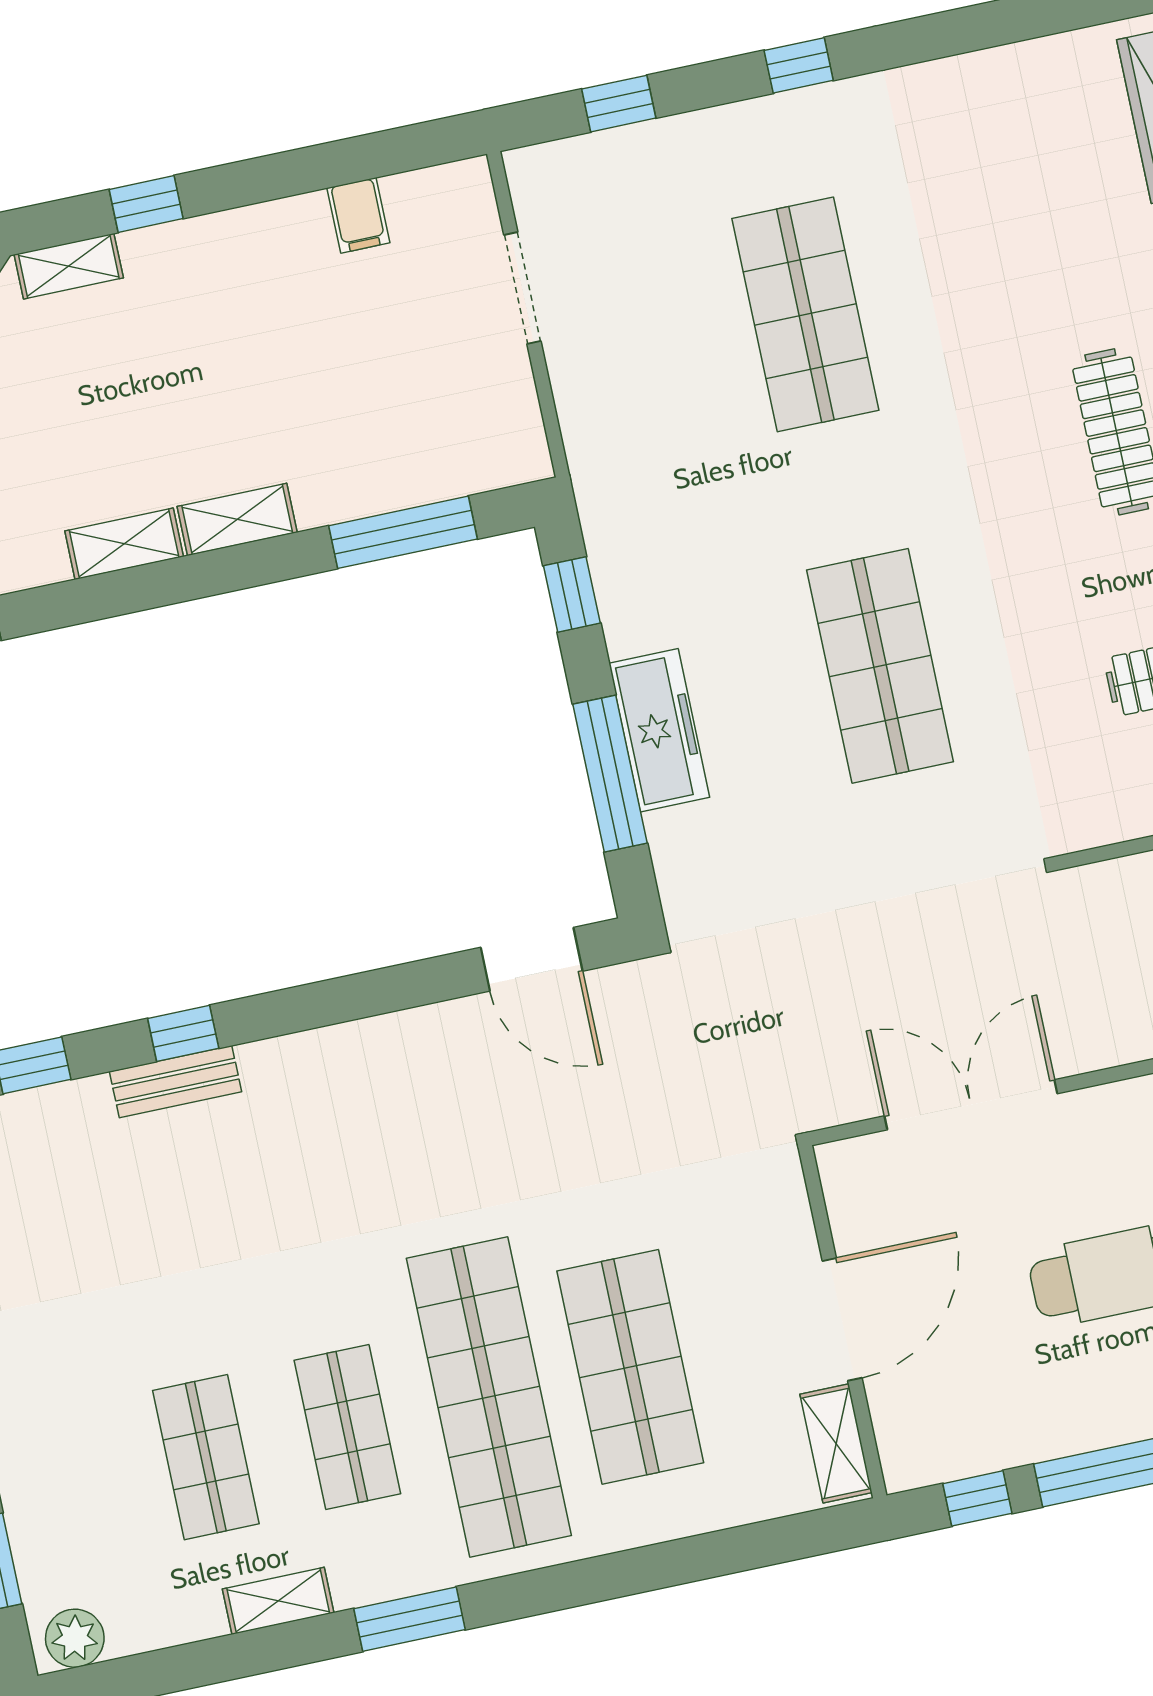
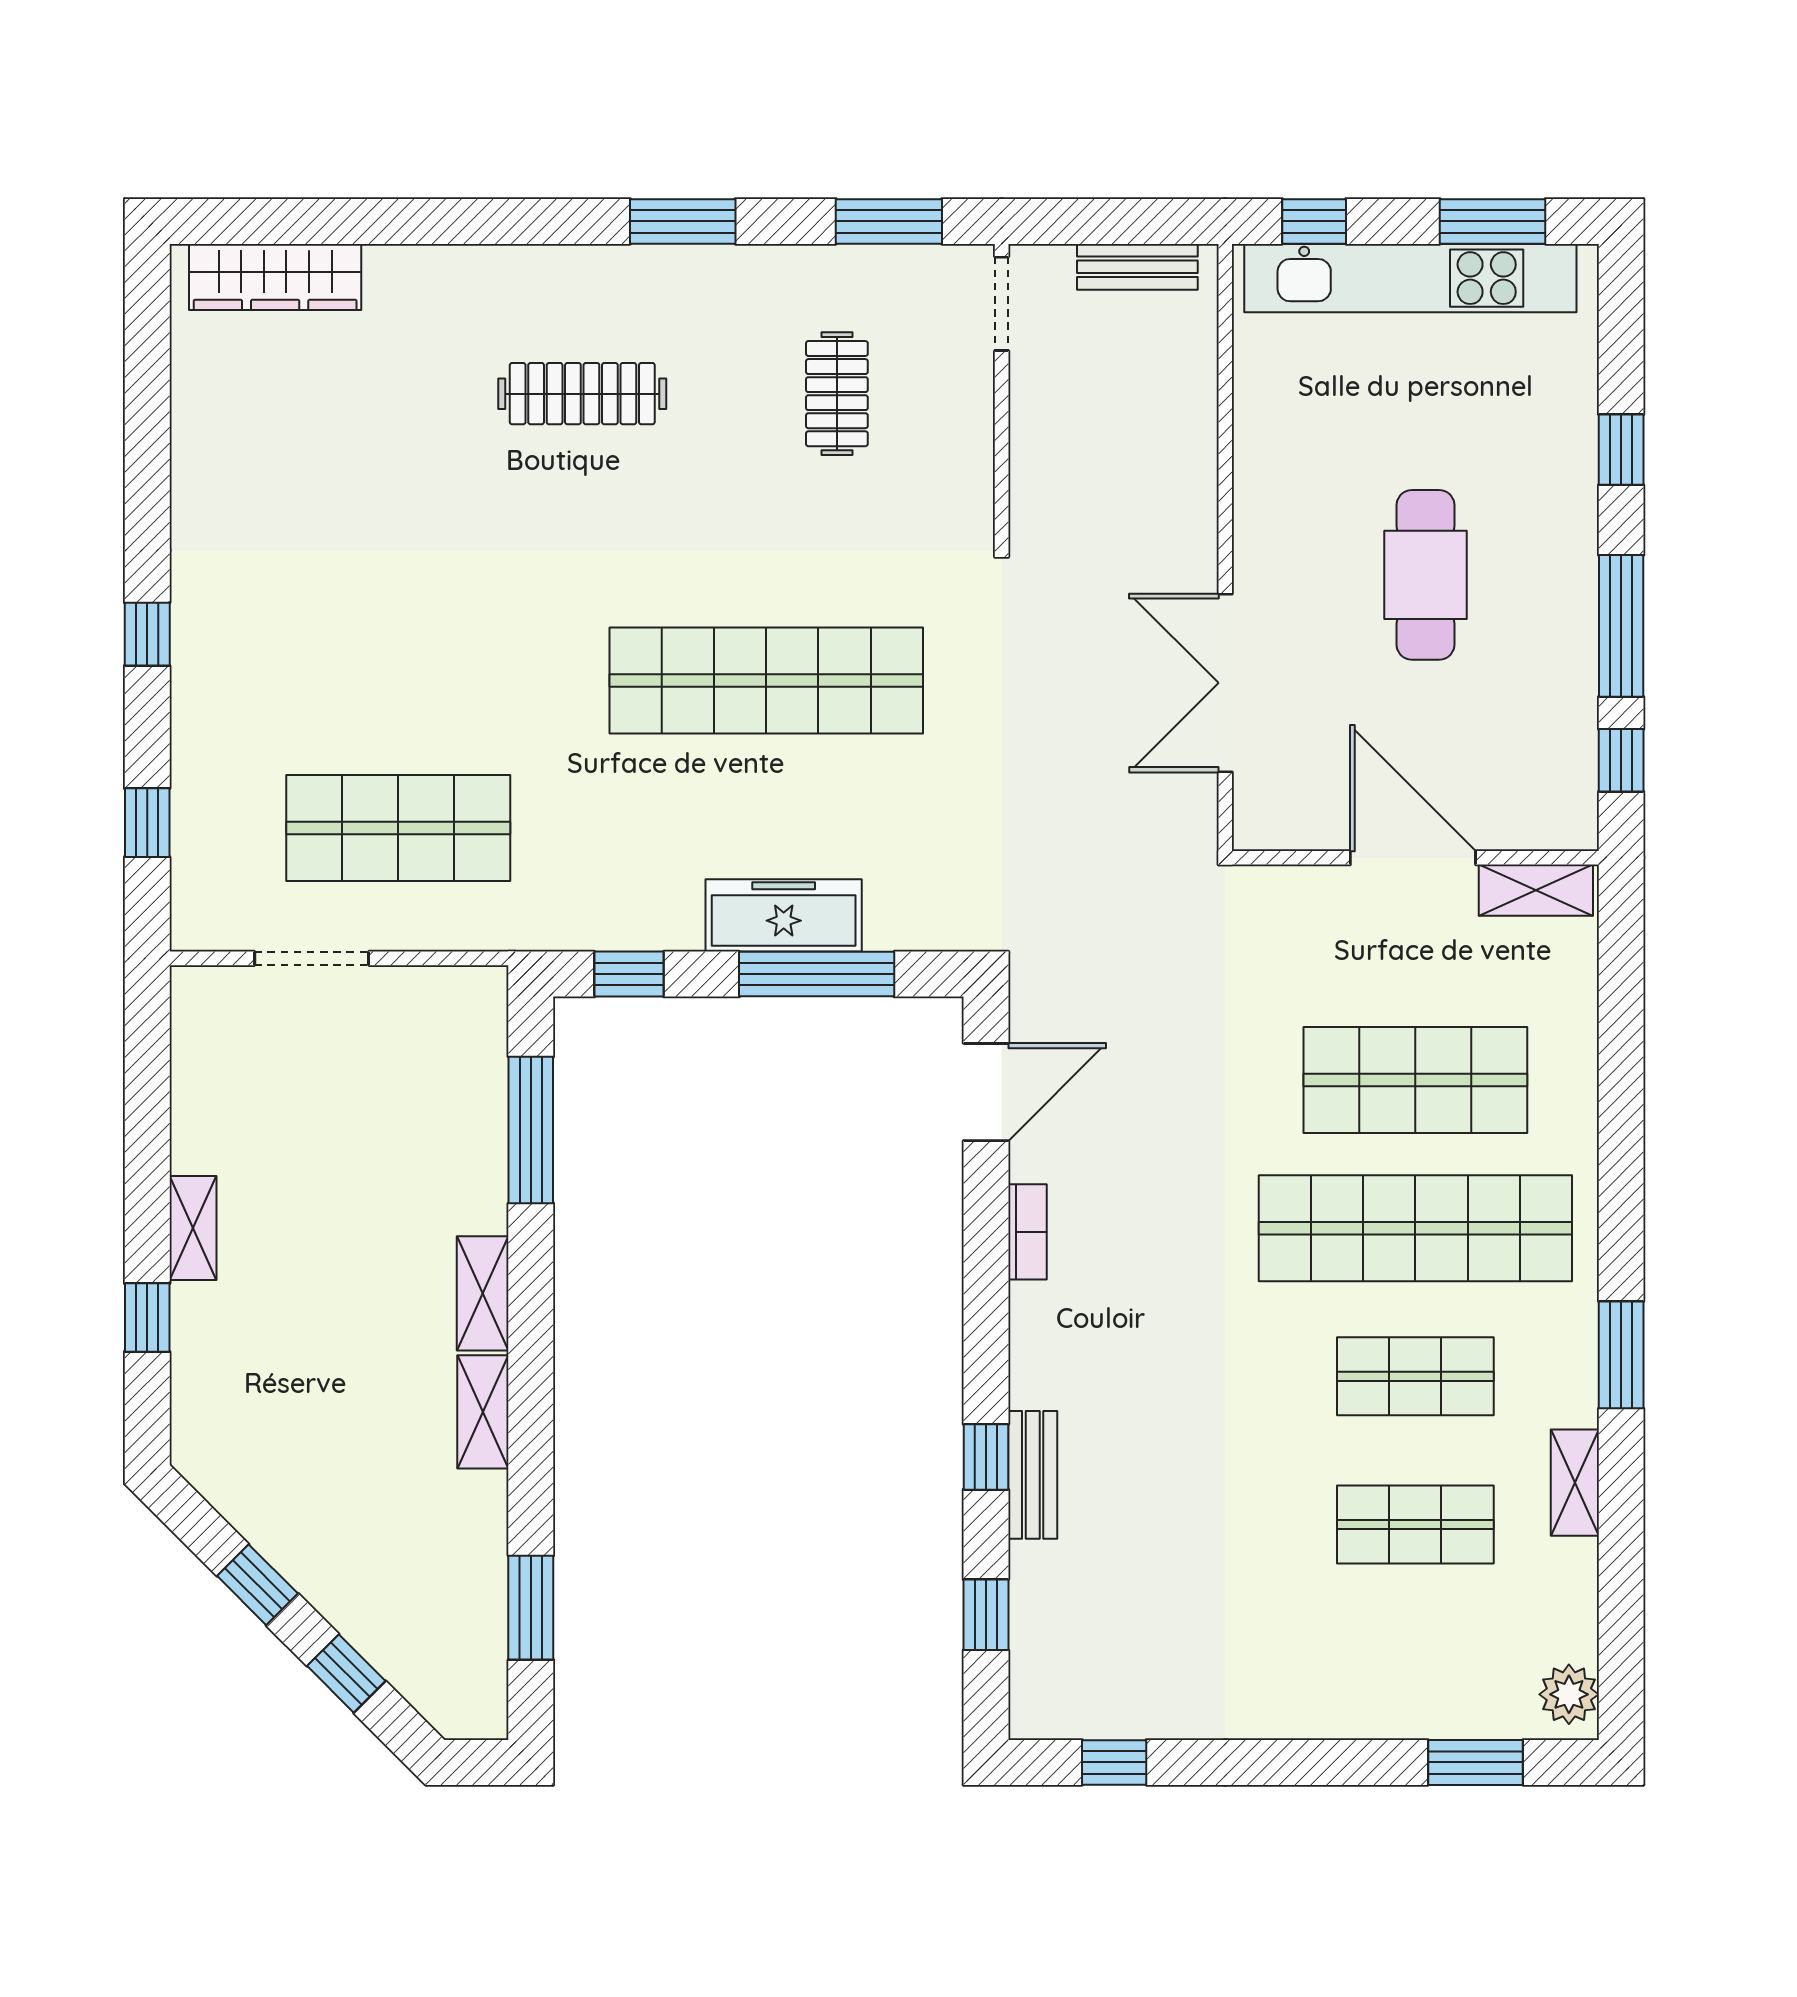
filing cabinet: (358, 215) -> (204, 1107), removed
shelving: (69, 266) -> (193, 1228), moved
shop shelf: (805, 314) -> (398, 828), moved
shop shelf: (880, 666) -> (766, 681), width x1.40
bookcase: (407, 1027) -> (1027, 1232), added

